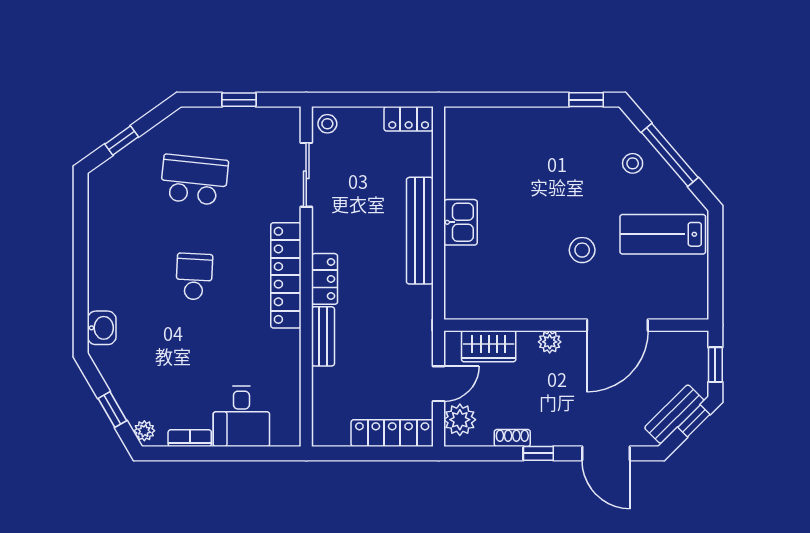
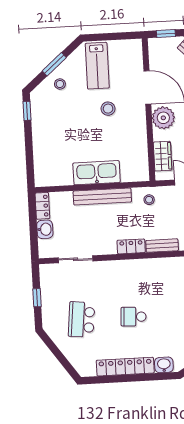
washbasin: (365, 121) -> (45, 229), added
stool: (327, 124) -> (149, 200), moved
window: (122, 140) -> (62, 360), removed
window: (670, 155) -> (54, 64), width x0.69
kitchen sink: (461, 222) -> (97, 173), width x1.88, depth x1.24
locker: (286, 275) -> (125, 367), moved, turned 180
plant: (550, 342) -> (163, 118), width x1.88, depth x1.88

